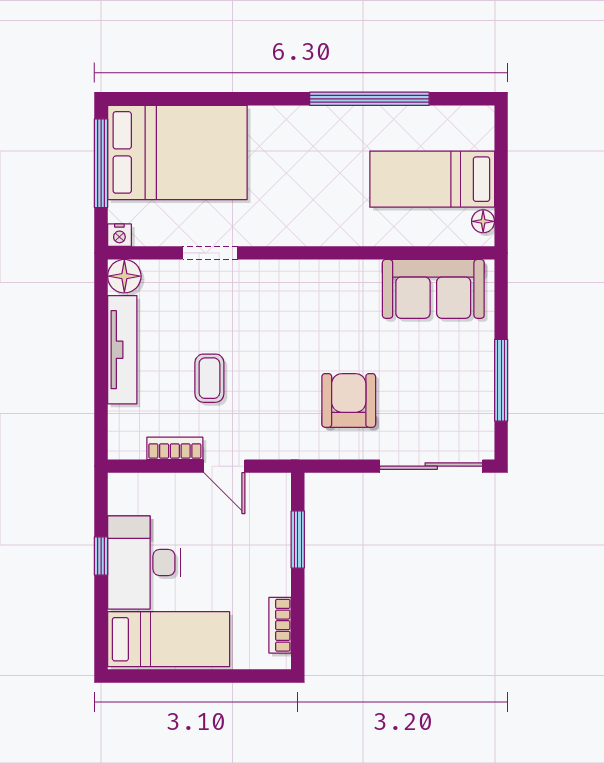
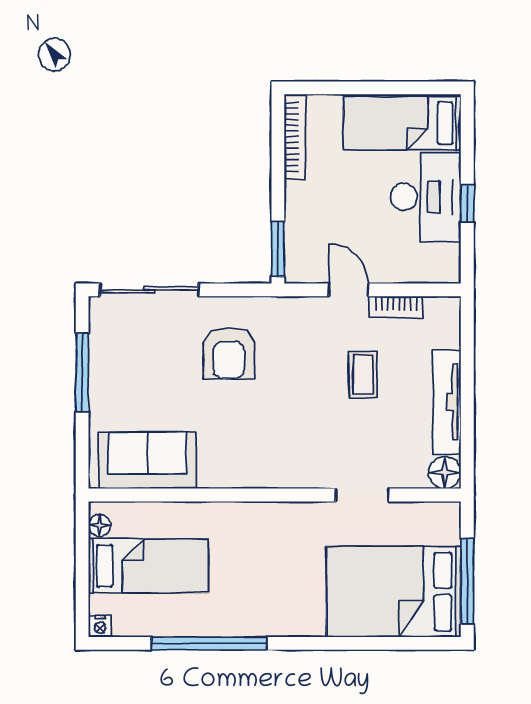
nightstand: (119, 235) -> (100, 626), moved, turned 180
window: (298, 540) -> (278, 249), moved
bookcase: (280, 625) -> (295, 137), width x1.56

